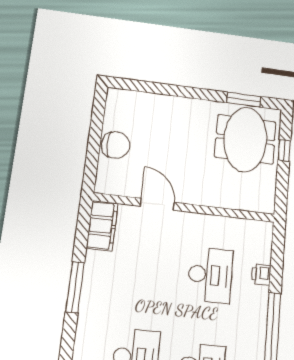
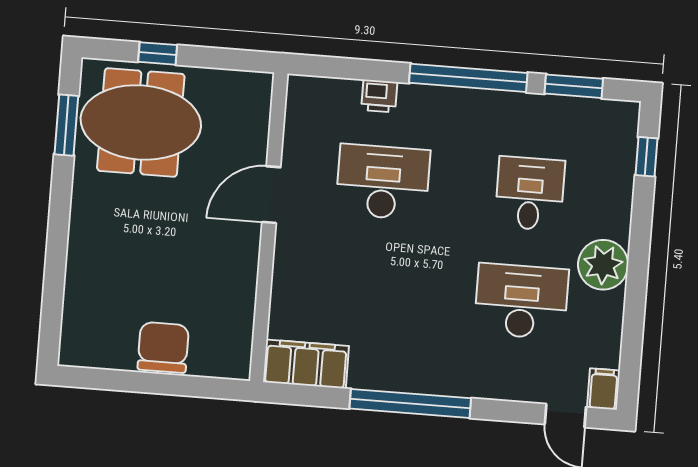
door: (157, 204) -> (271, 195), moved
window: (75, 287) -> (410, 403), width x1.46

